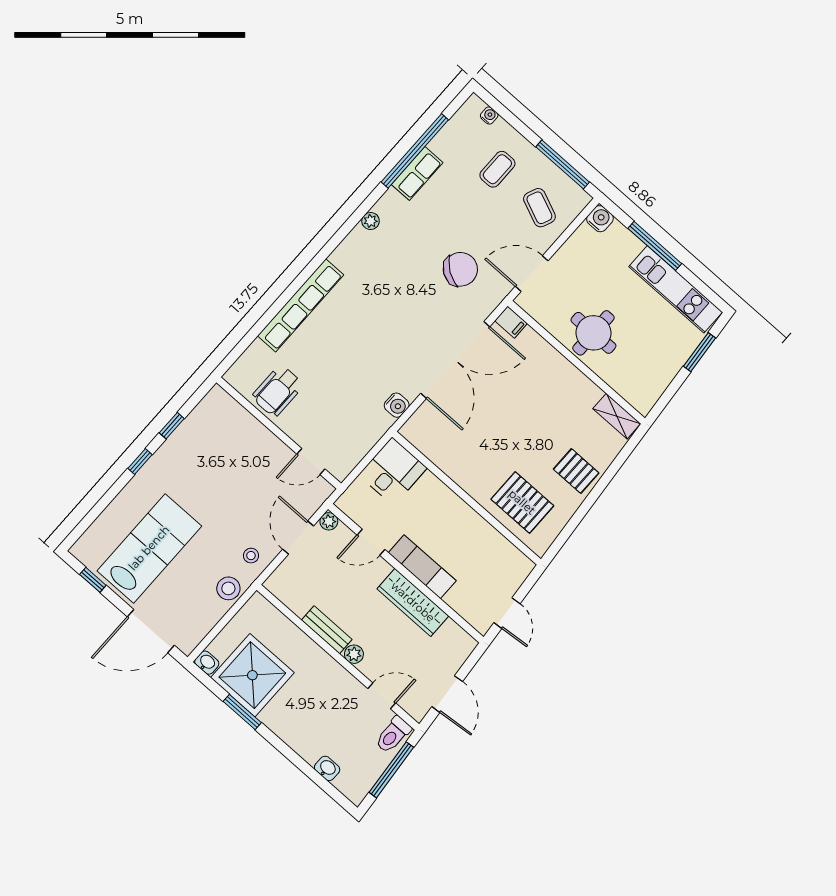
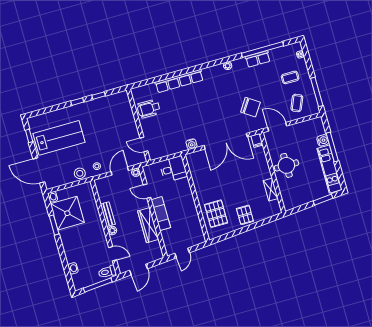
water cooler: (600, 219) -> (323, 140), moved
shelving: (617, 416) -> (271, 190), moved

